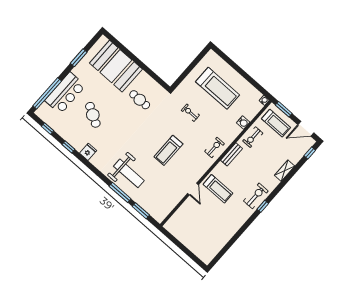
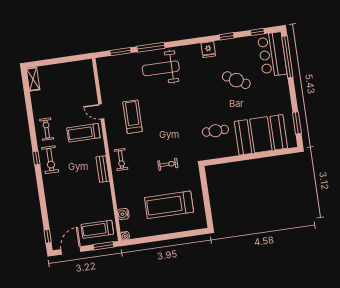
window: (79, 58) -> (297, 123), moved
bar counter: (65, 93) -> (272, 54), moved
water cooler: (243, 123) -> (123, 214), moved
exercise bike: (253, 137) -> (47, 129), moved
treadmill: (168, 150) -> (133, 117), moved
shelving: (285, 171) -> (33, 79), moved

